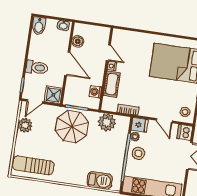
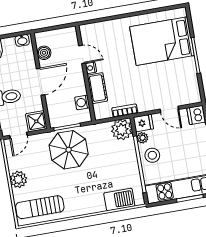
door: (67, 64) -> (41, 82), hinge flipped
stool: (185, 112) -> (189, 92), removed
plant: (107, 122) -> (122, 130), moved
plant: (25, 125) -> (18, 179), moved

